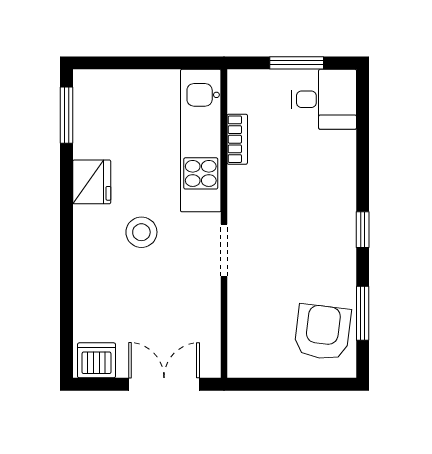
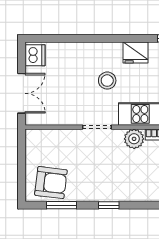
plant: (245, 185) -> (134, 139), added

